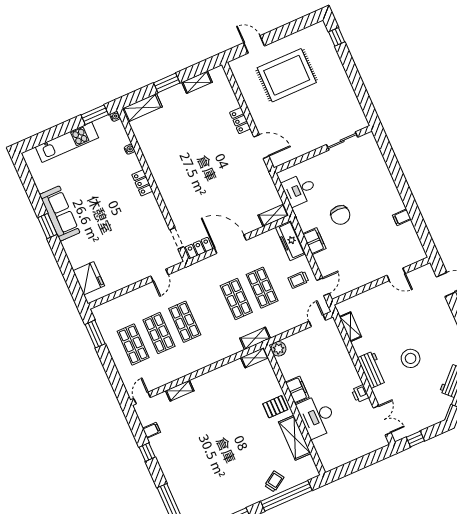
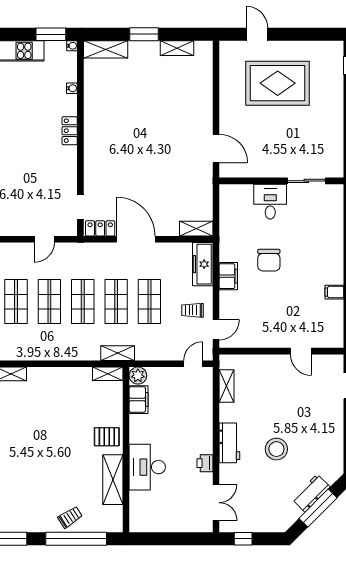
locker: (240, 121) -> (205, 110), removed
desk: (299, 190) -> (270, 202), moved, turned 90
shop shelf: (211, 310) -> (83, 301), added
filing cabinet: (297, 390) -> (139, 400), moved

